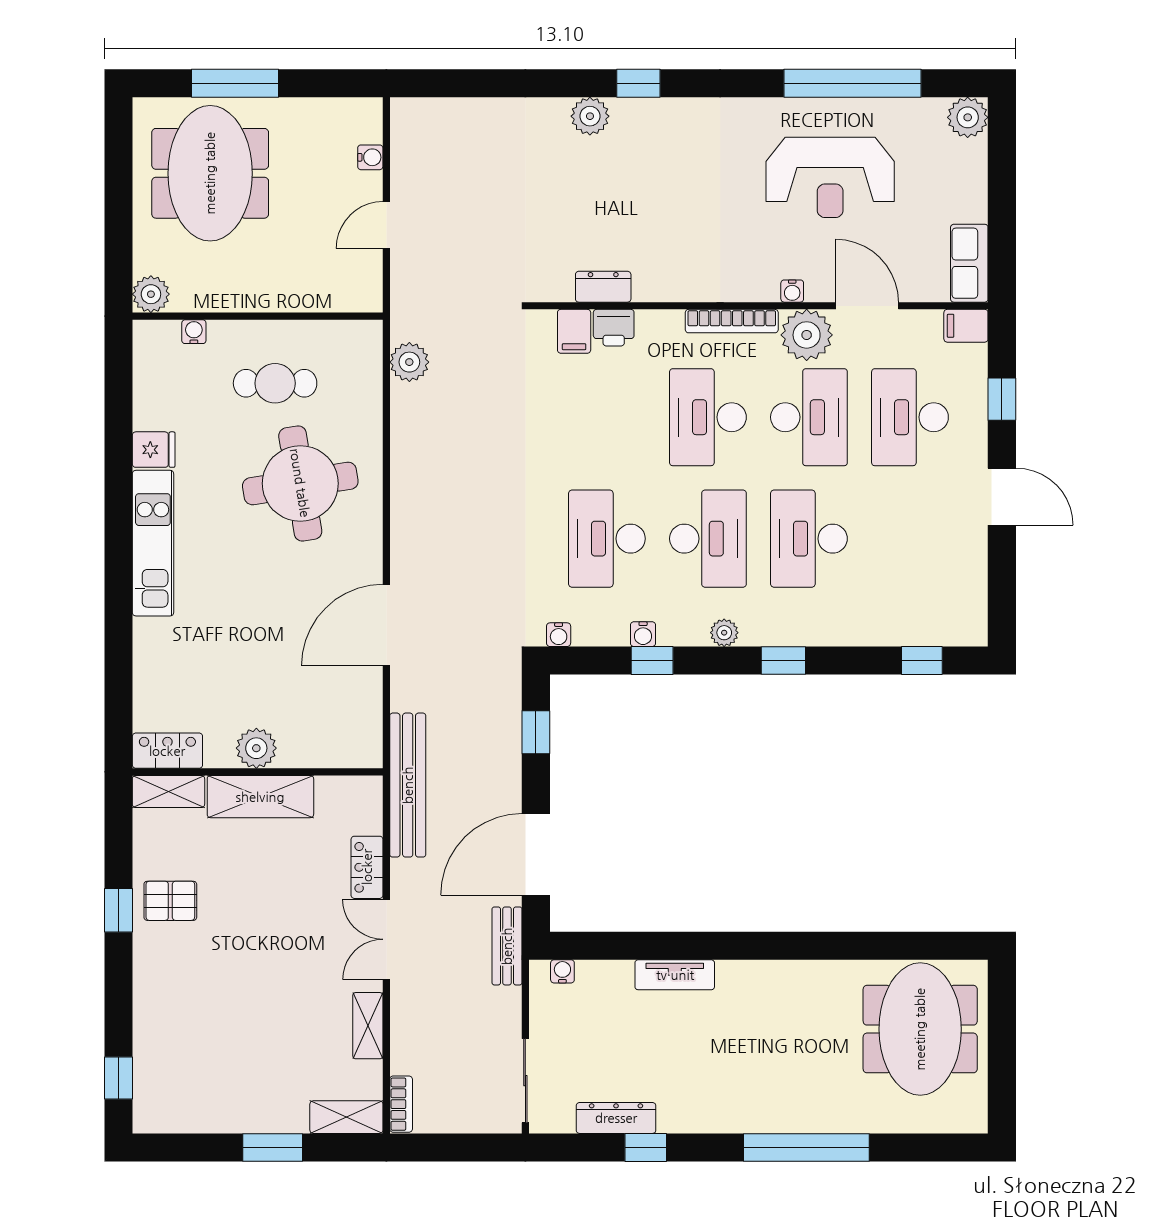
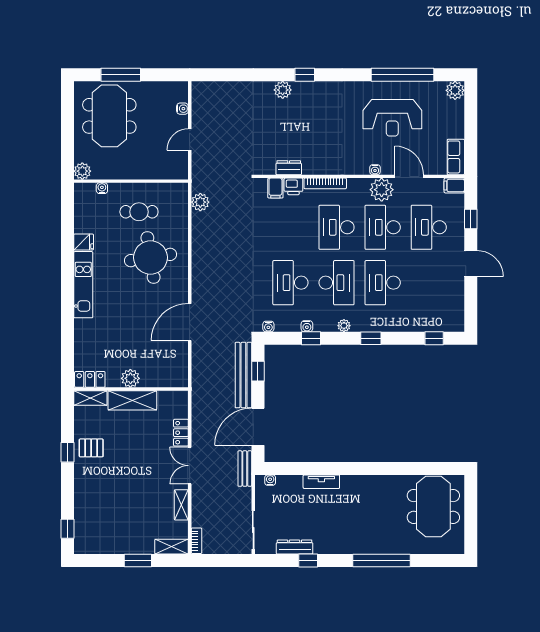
bookcase: (732, 321) -> (325, 183), moved
desk: (809, 417) -> (383, 227), turned 180
bench: (408, 785) -> (243, 375), moved

